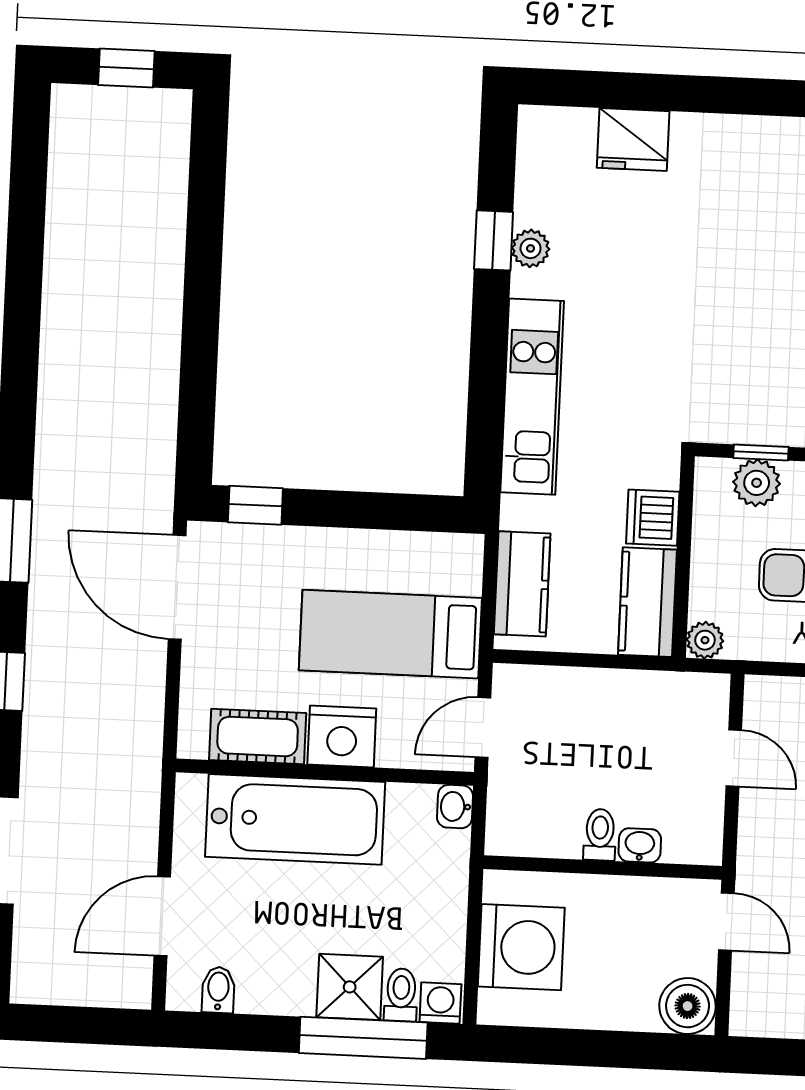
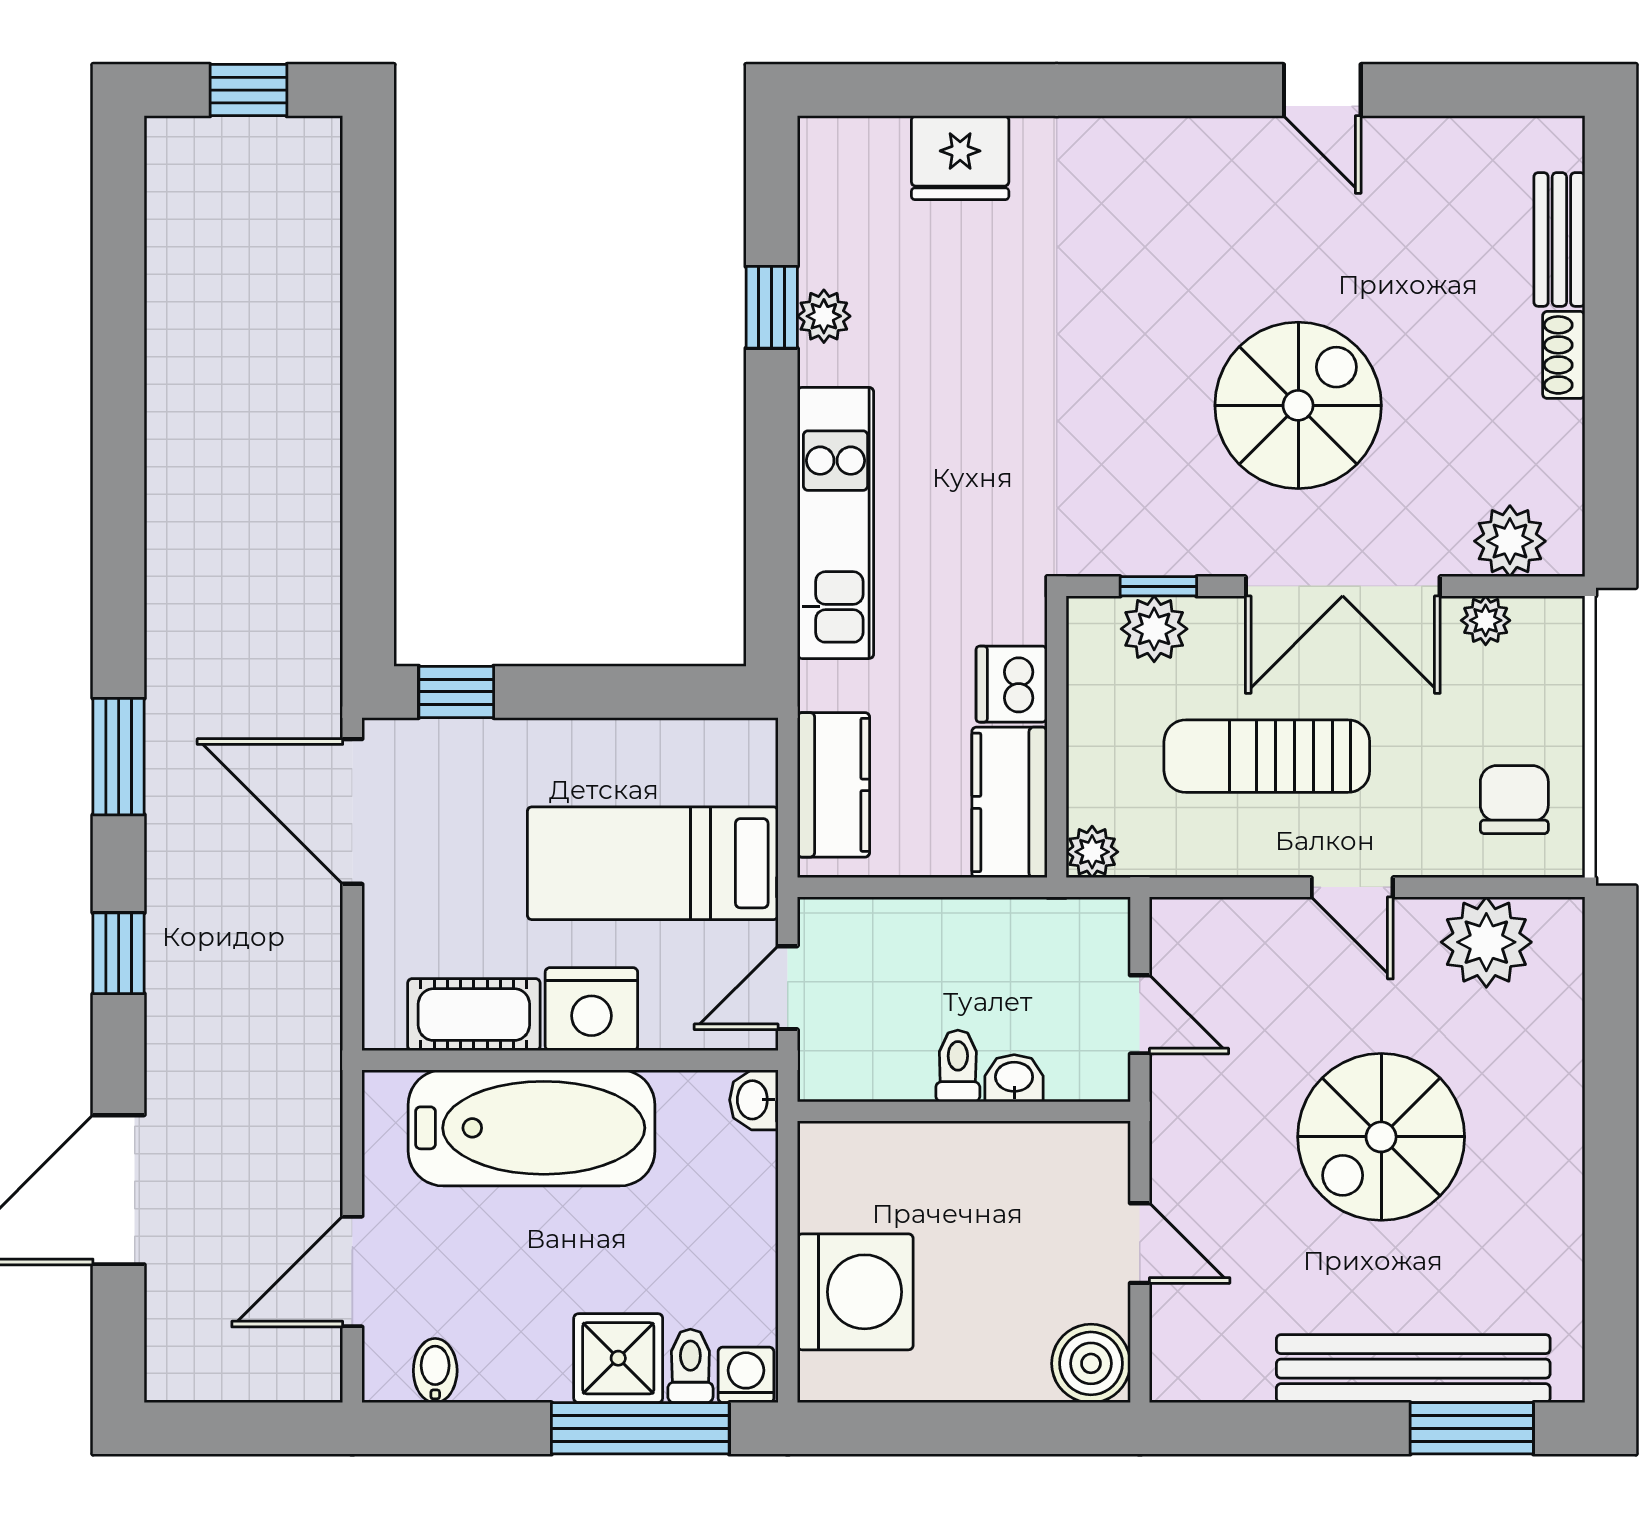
toilet: (600, 835) -> (958, 1066), moved
washbasin: (640, 845) -> (1014, 1078), moved
wall: (603, 867) -> (964, 1111), moved

